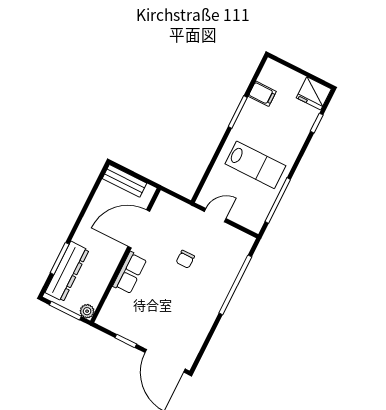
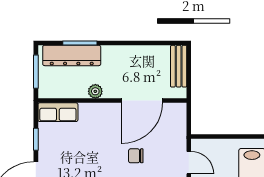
door: (139, 229) -> (142, 101), swing flipped
row of seats: (130, 273) -> (58, 112), moved
plant: (87, 311) -> (95, 91), moved

